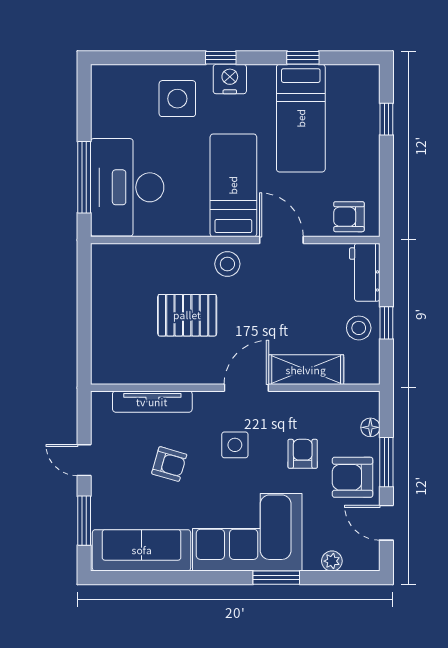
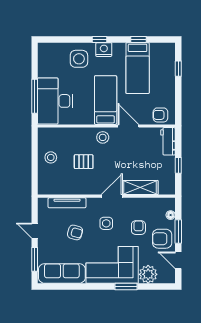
pallet: (187, 315) -> (84, 162), width x0.67, depth x0.71
stool: (359, 328) -> (51, 157), moved
plant: (332, 561) -> (148, 274), width x1.87, depth x1.87

